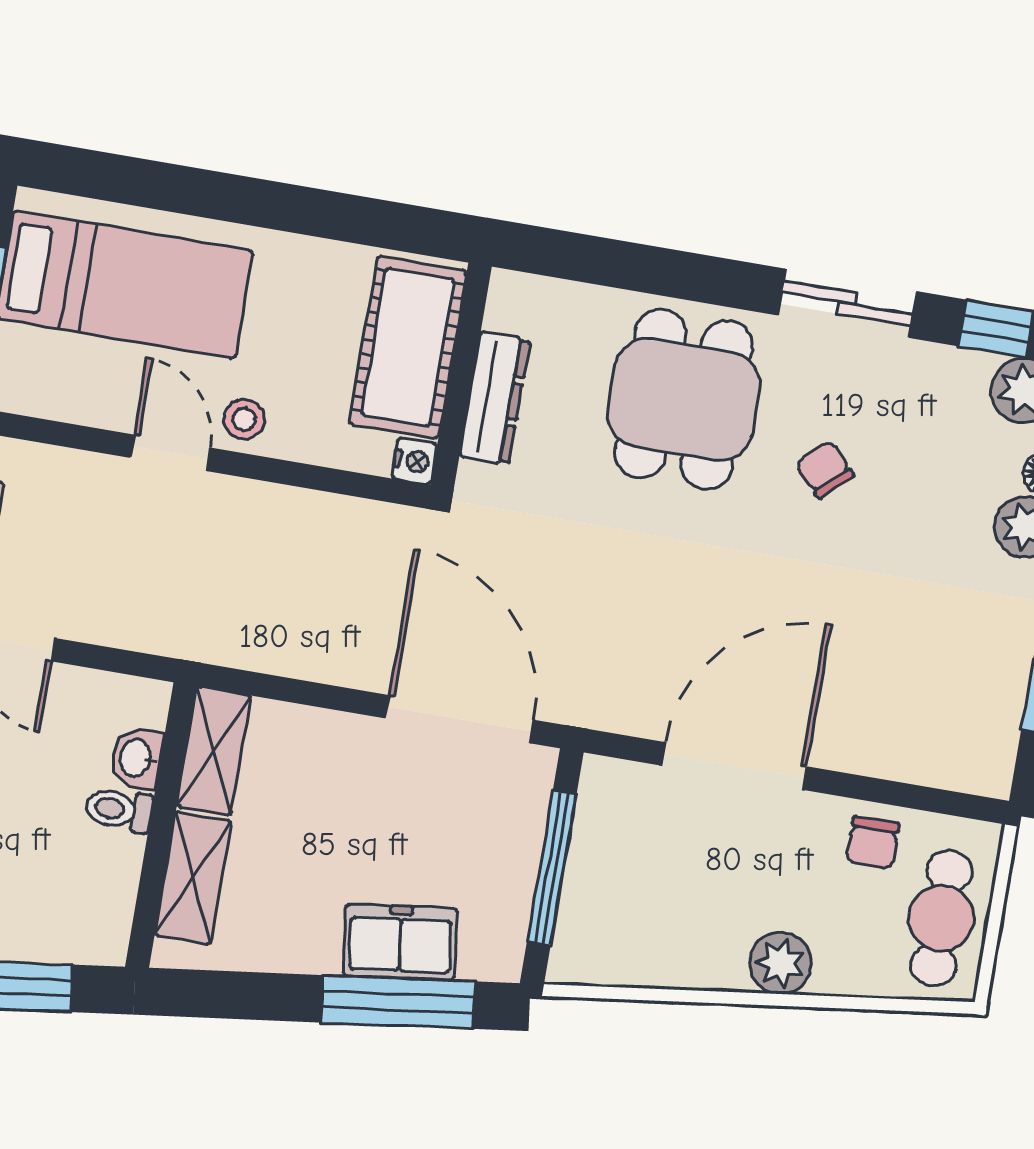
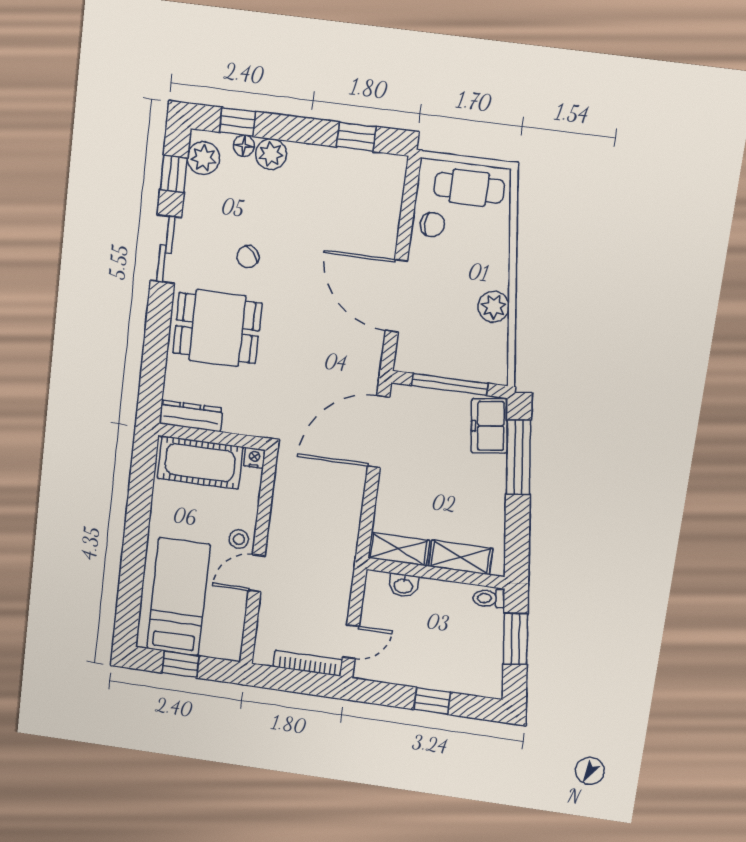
dresser: (495, 398) -> (191, 416), moved
toilet: (119, 810) -> (489, 598), moved, turned 83
freezer: (400, 942) -> (489, 426), moved
plant: (781, 963) -> (494, 307), moved

